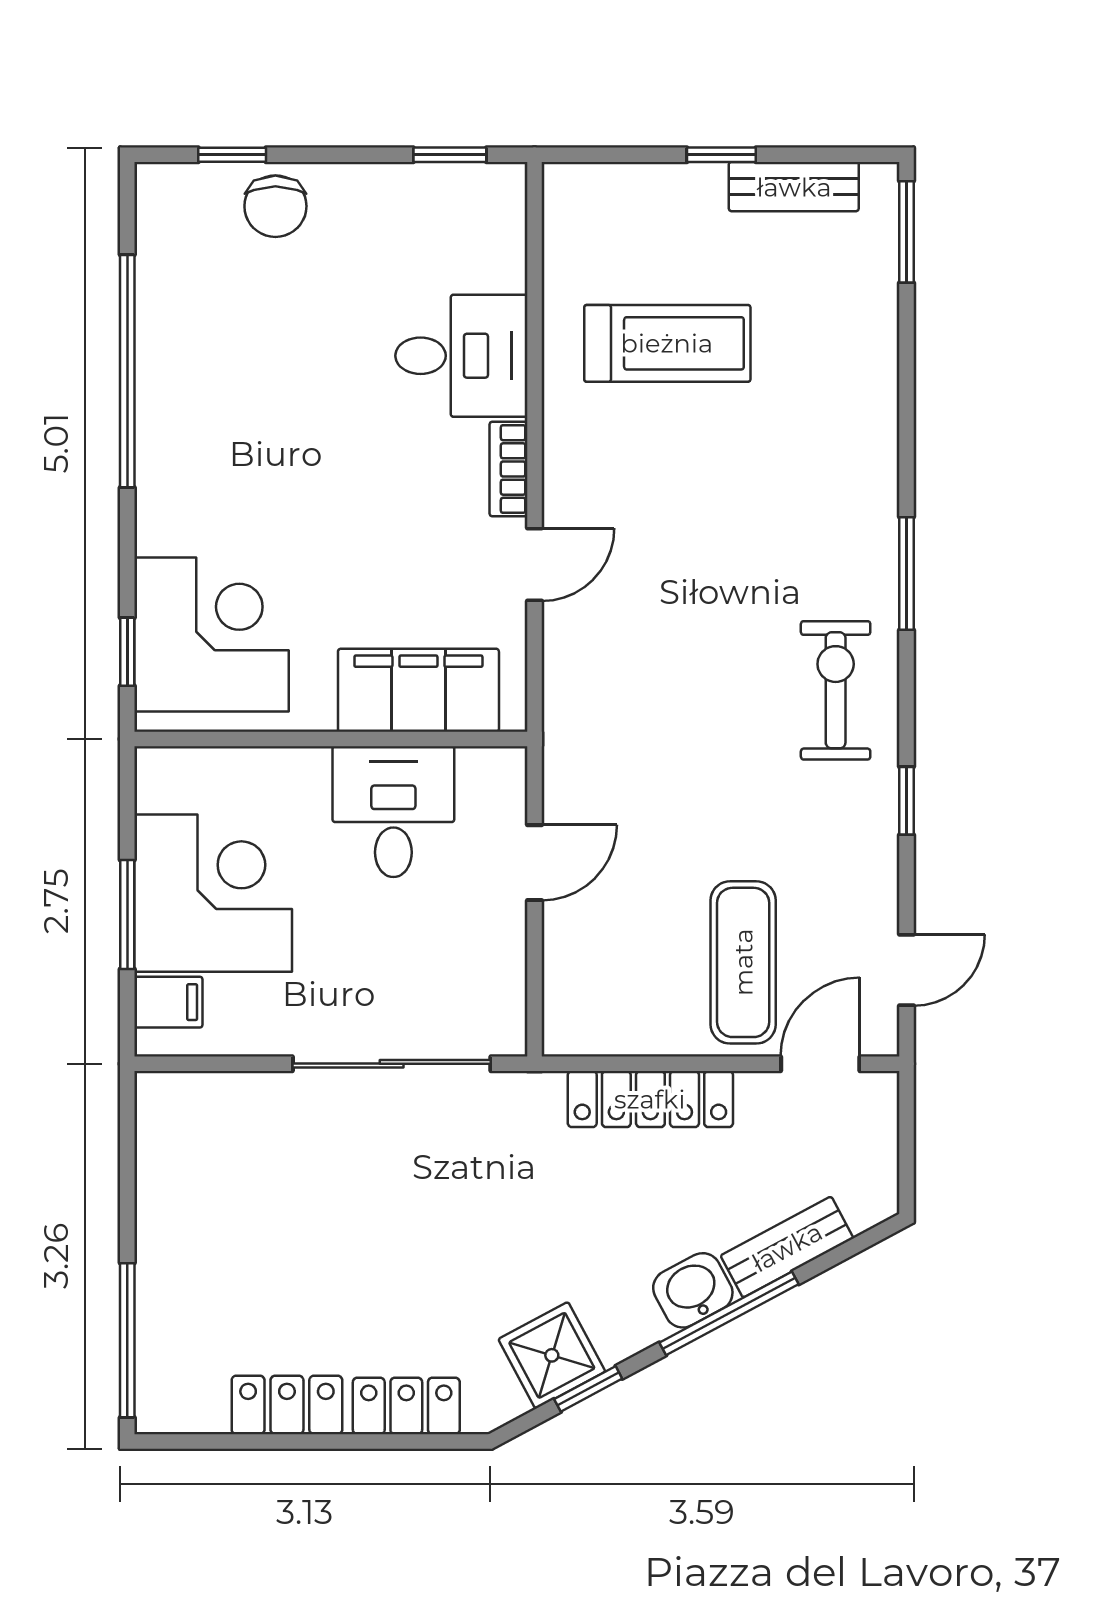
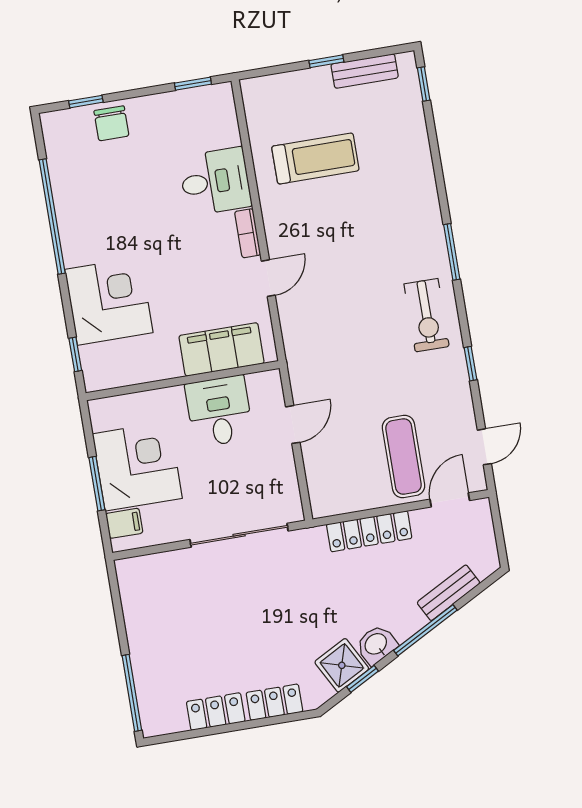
window: (906, 232) -> (424, 84), width x0.67
corner desk: (211, 635) -> (109, 301), moved
exercise bike: (836, 690) -> (427, 315), turned 180
washbasin: (693, 1290) -> (376, 645), moved

